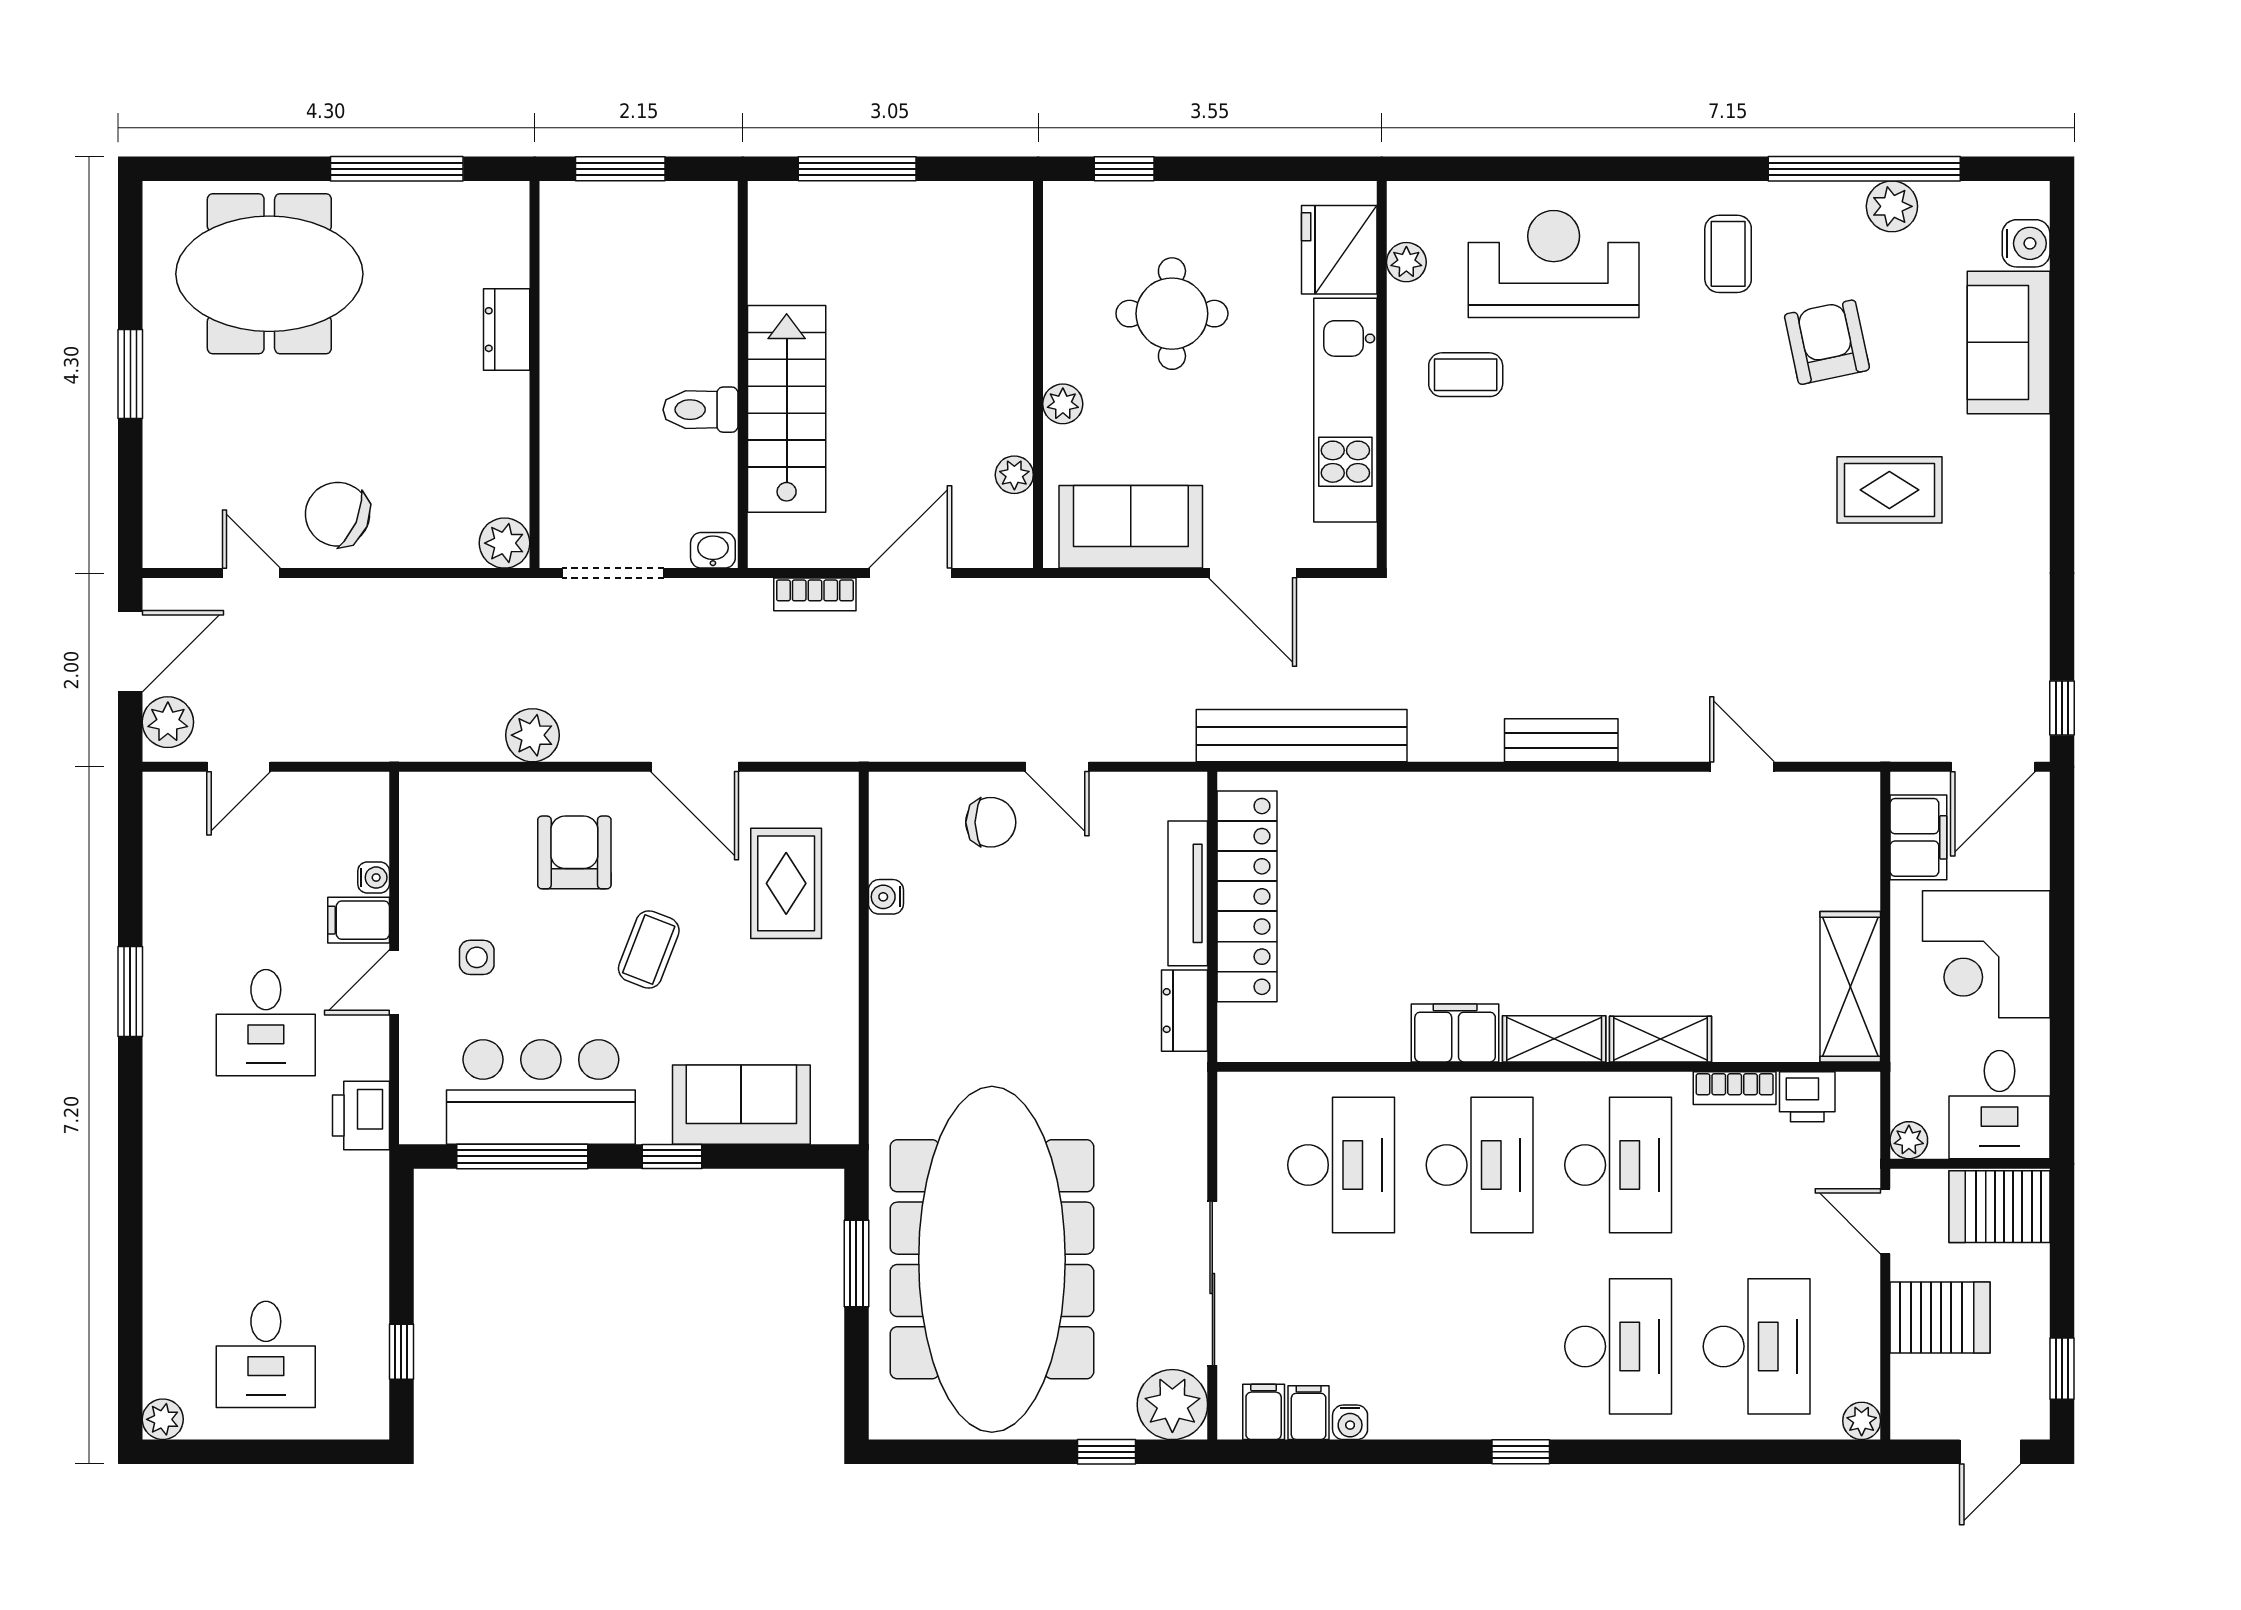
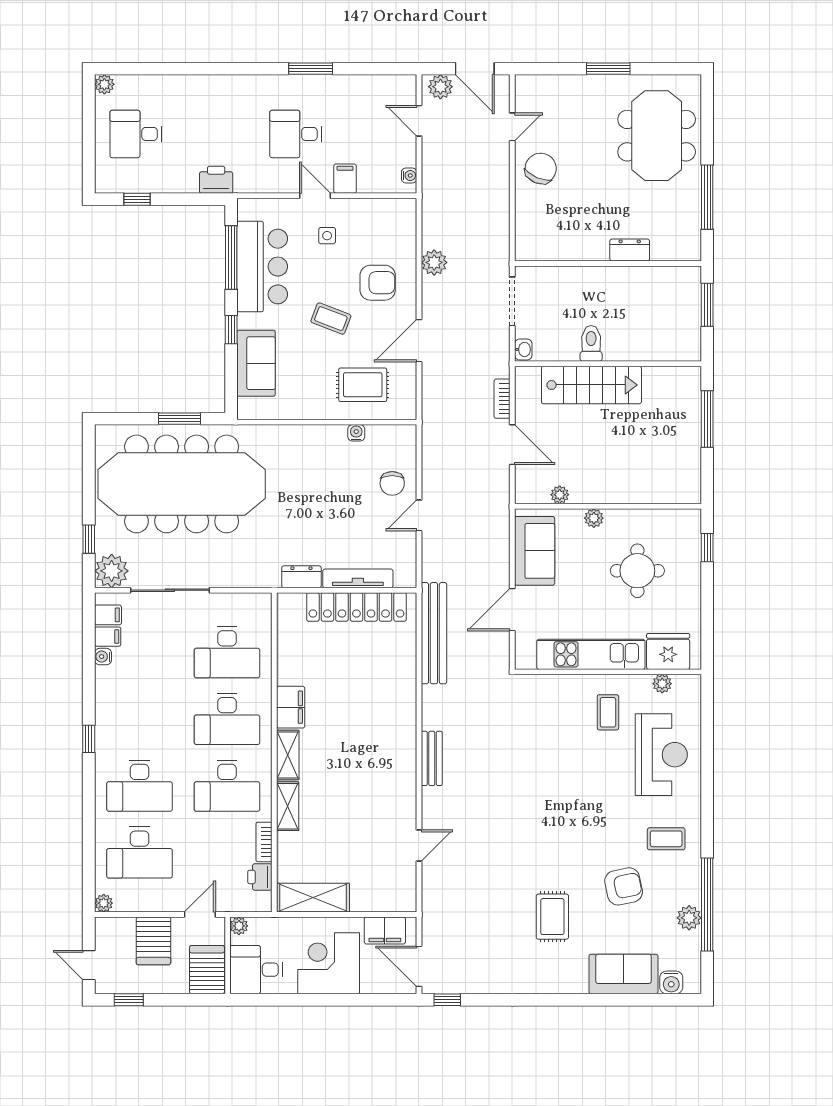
plant: (505, 543) -> (527, 249), removed
water cooler: (374, 878) -> (409, 175), moved, turned -90
printer: (361, 1116) -> (216, 180), moved

